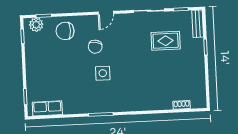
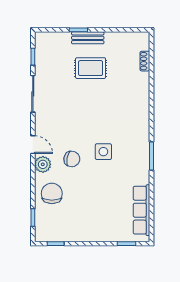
bench: (198, 24) -> (88, 38), moved
plant: (36, 25) -> (43, 164), moved
chair: (65, 31) -> (52, 193), turned 180
rug: (166, 41) -> (91, 68), moved, turned 90
row of seats: (47, 108) -> (141, 210), width x1.48

